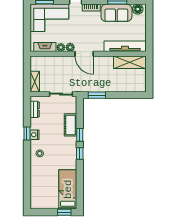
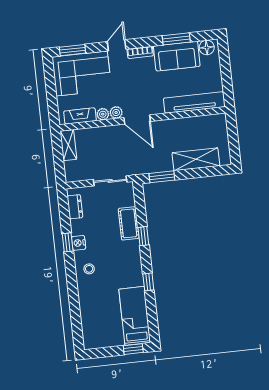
shelving: (130, 62) -> (196, 159), moved
shelving: (35, 82) -> (68, 145), moved
window: (80, 154) -> (148, 282), moved

